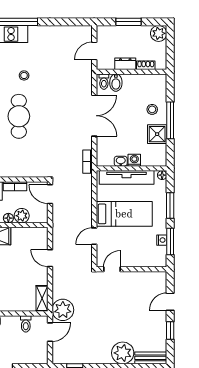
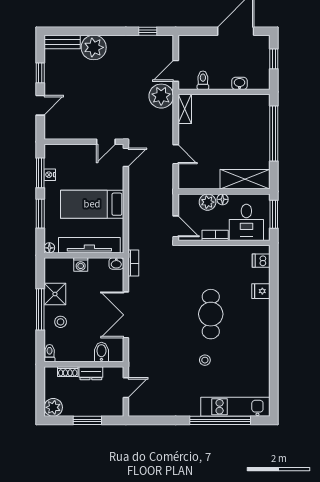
toilet: (104, 82) -> (50, 353), moved
washbasin: (121, 161) -> (116, 264), moved
door: (94, 236) -> (126, 157), moved

